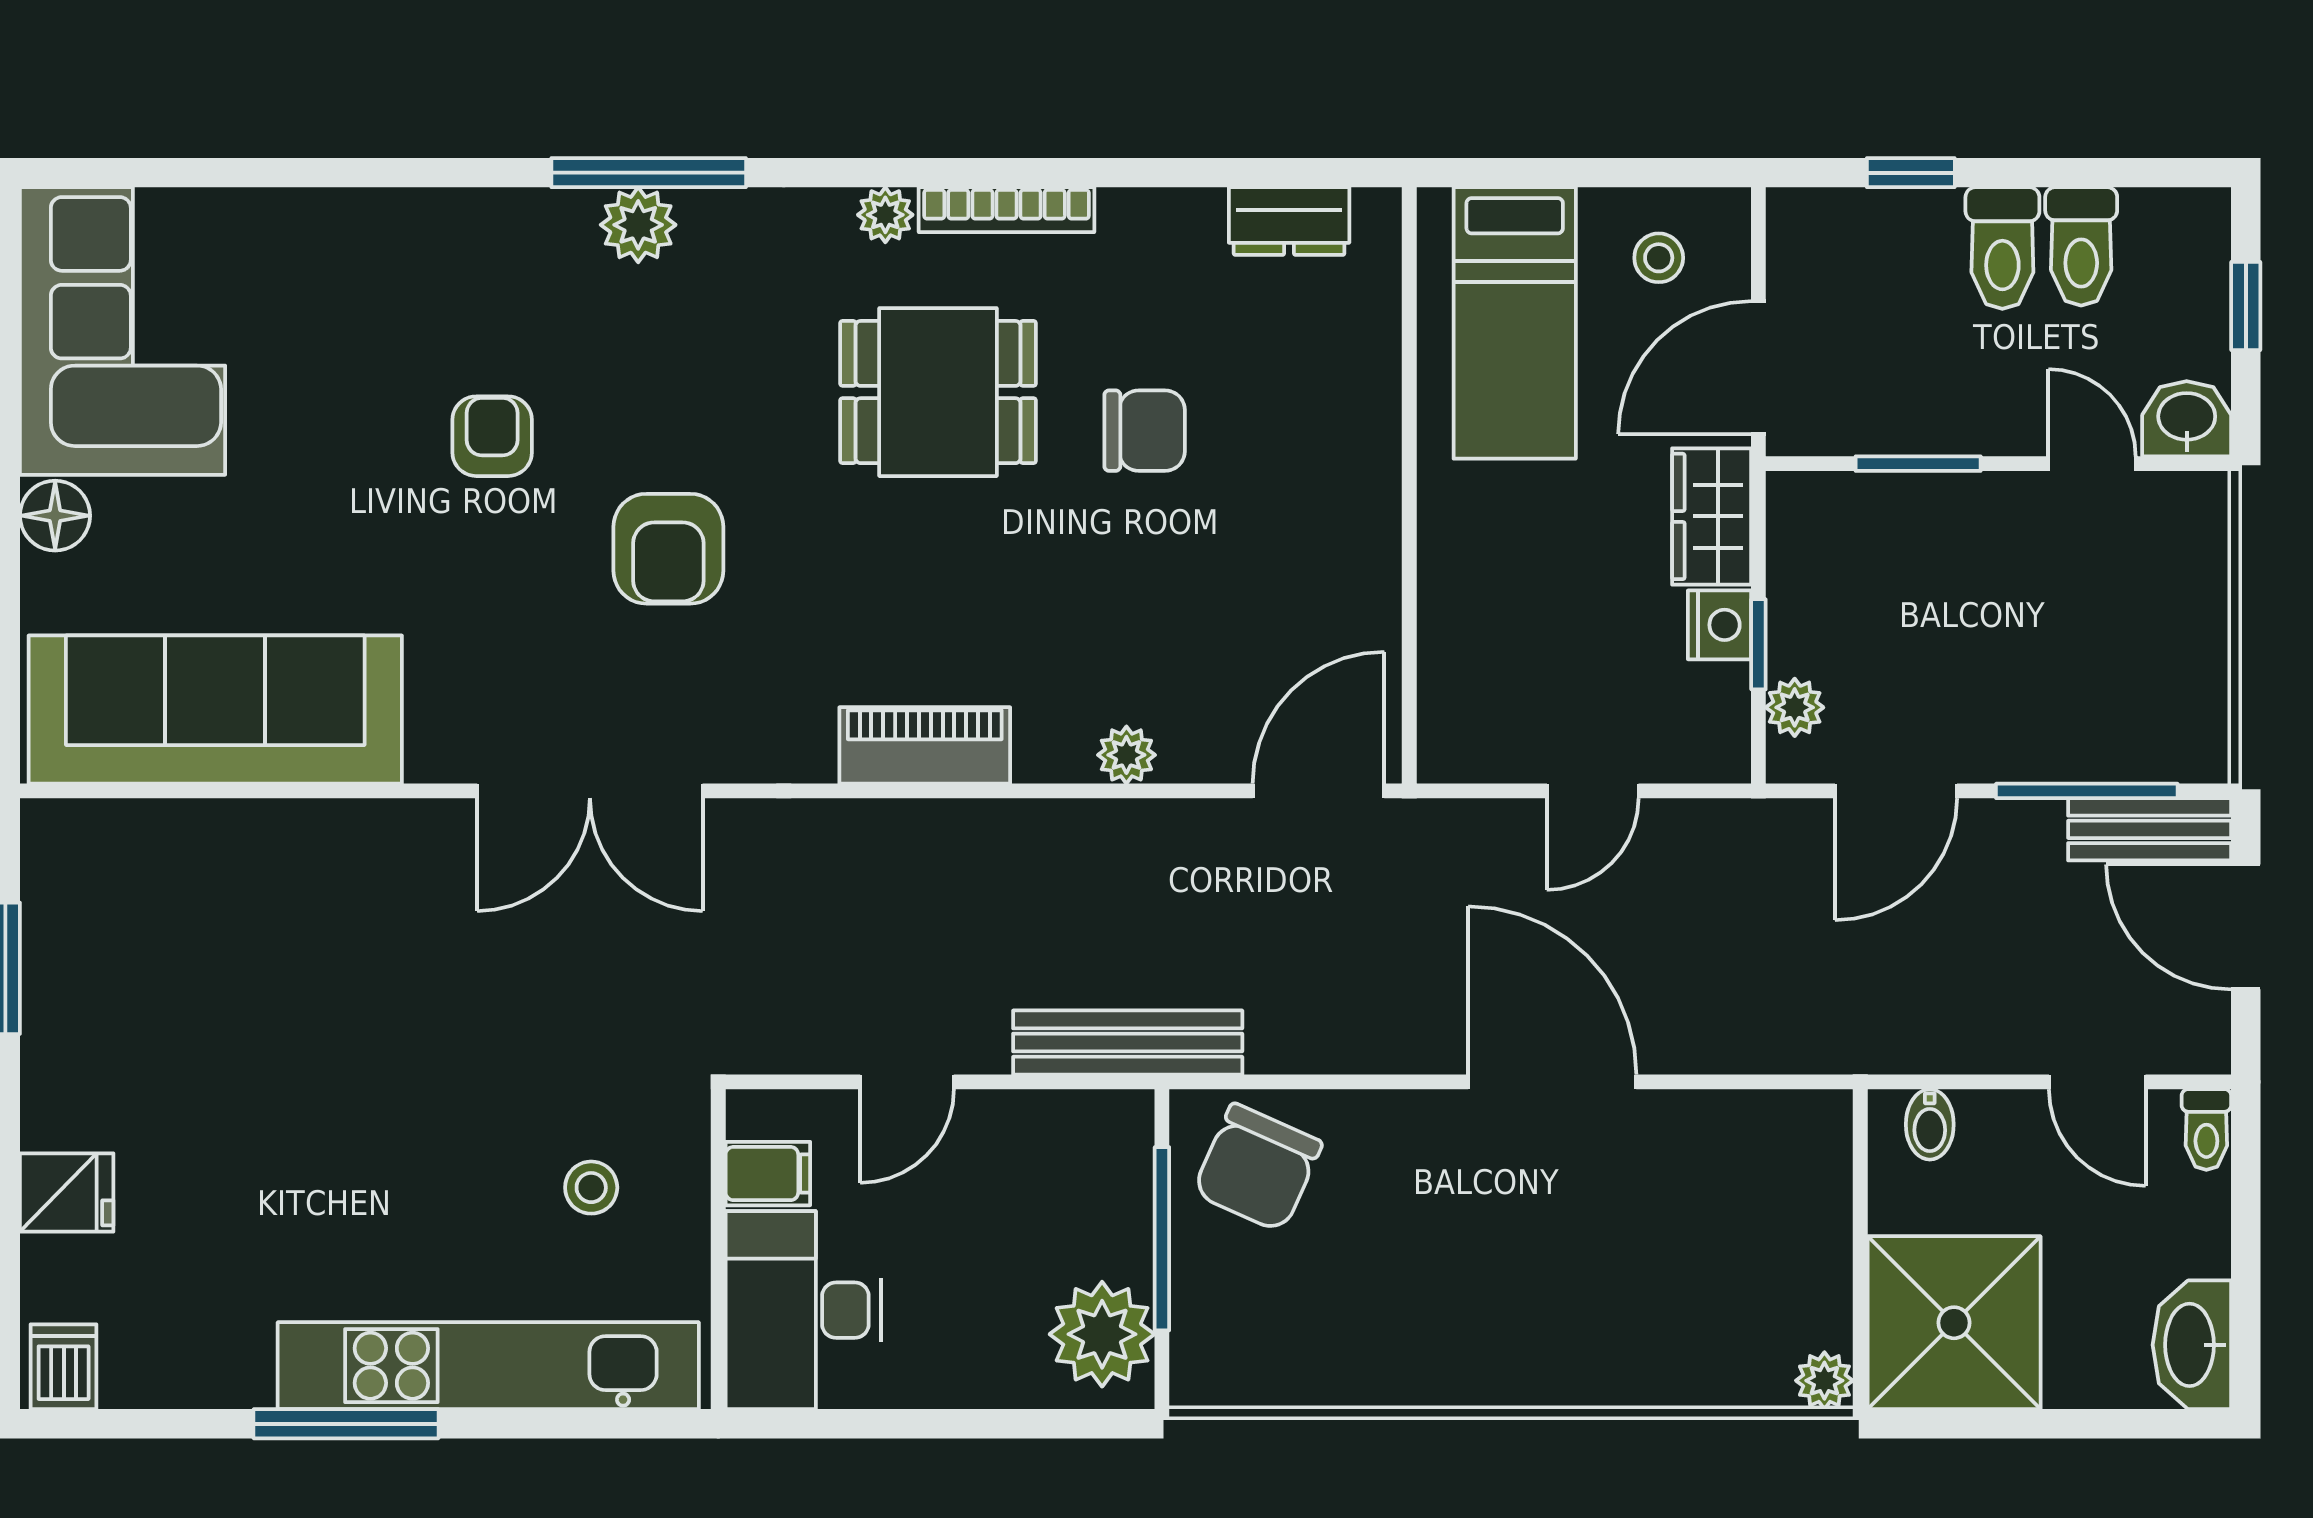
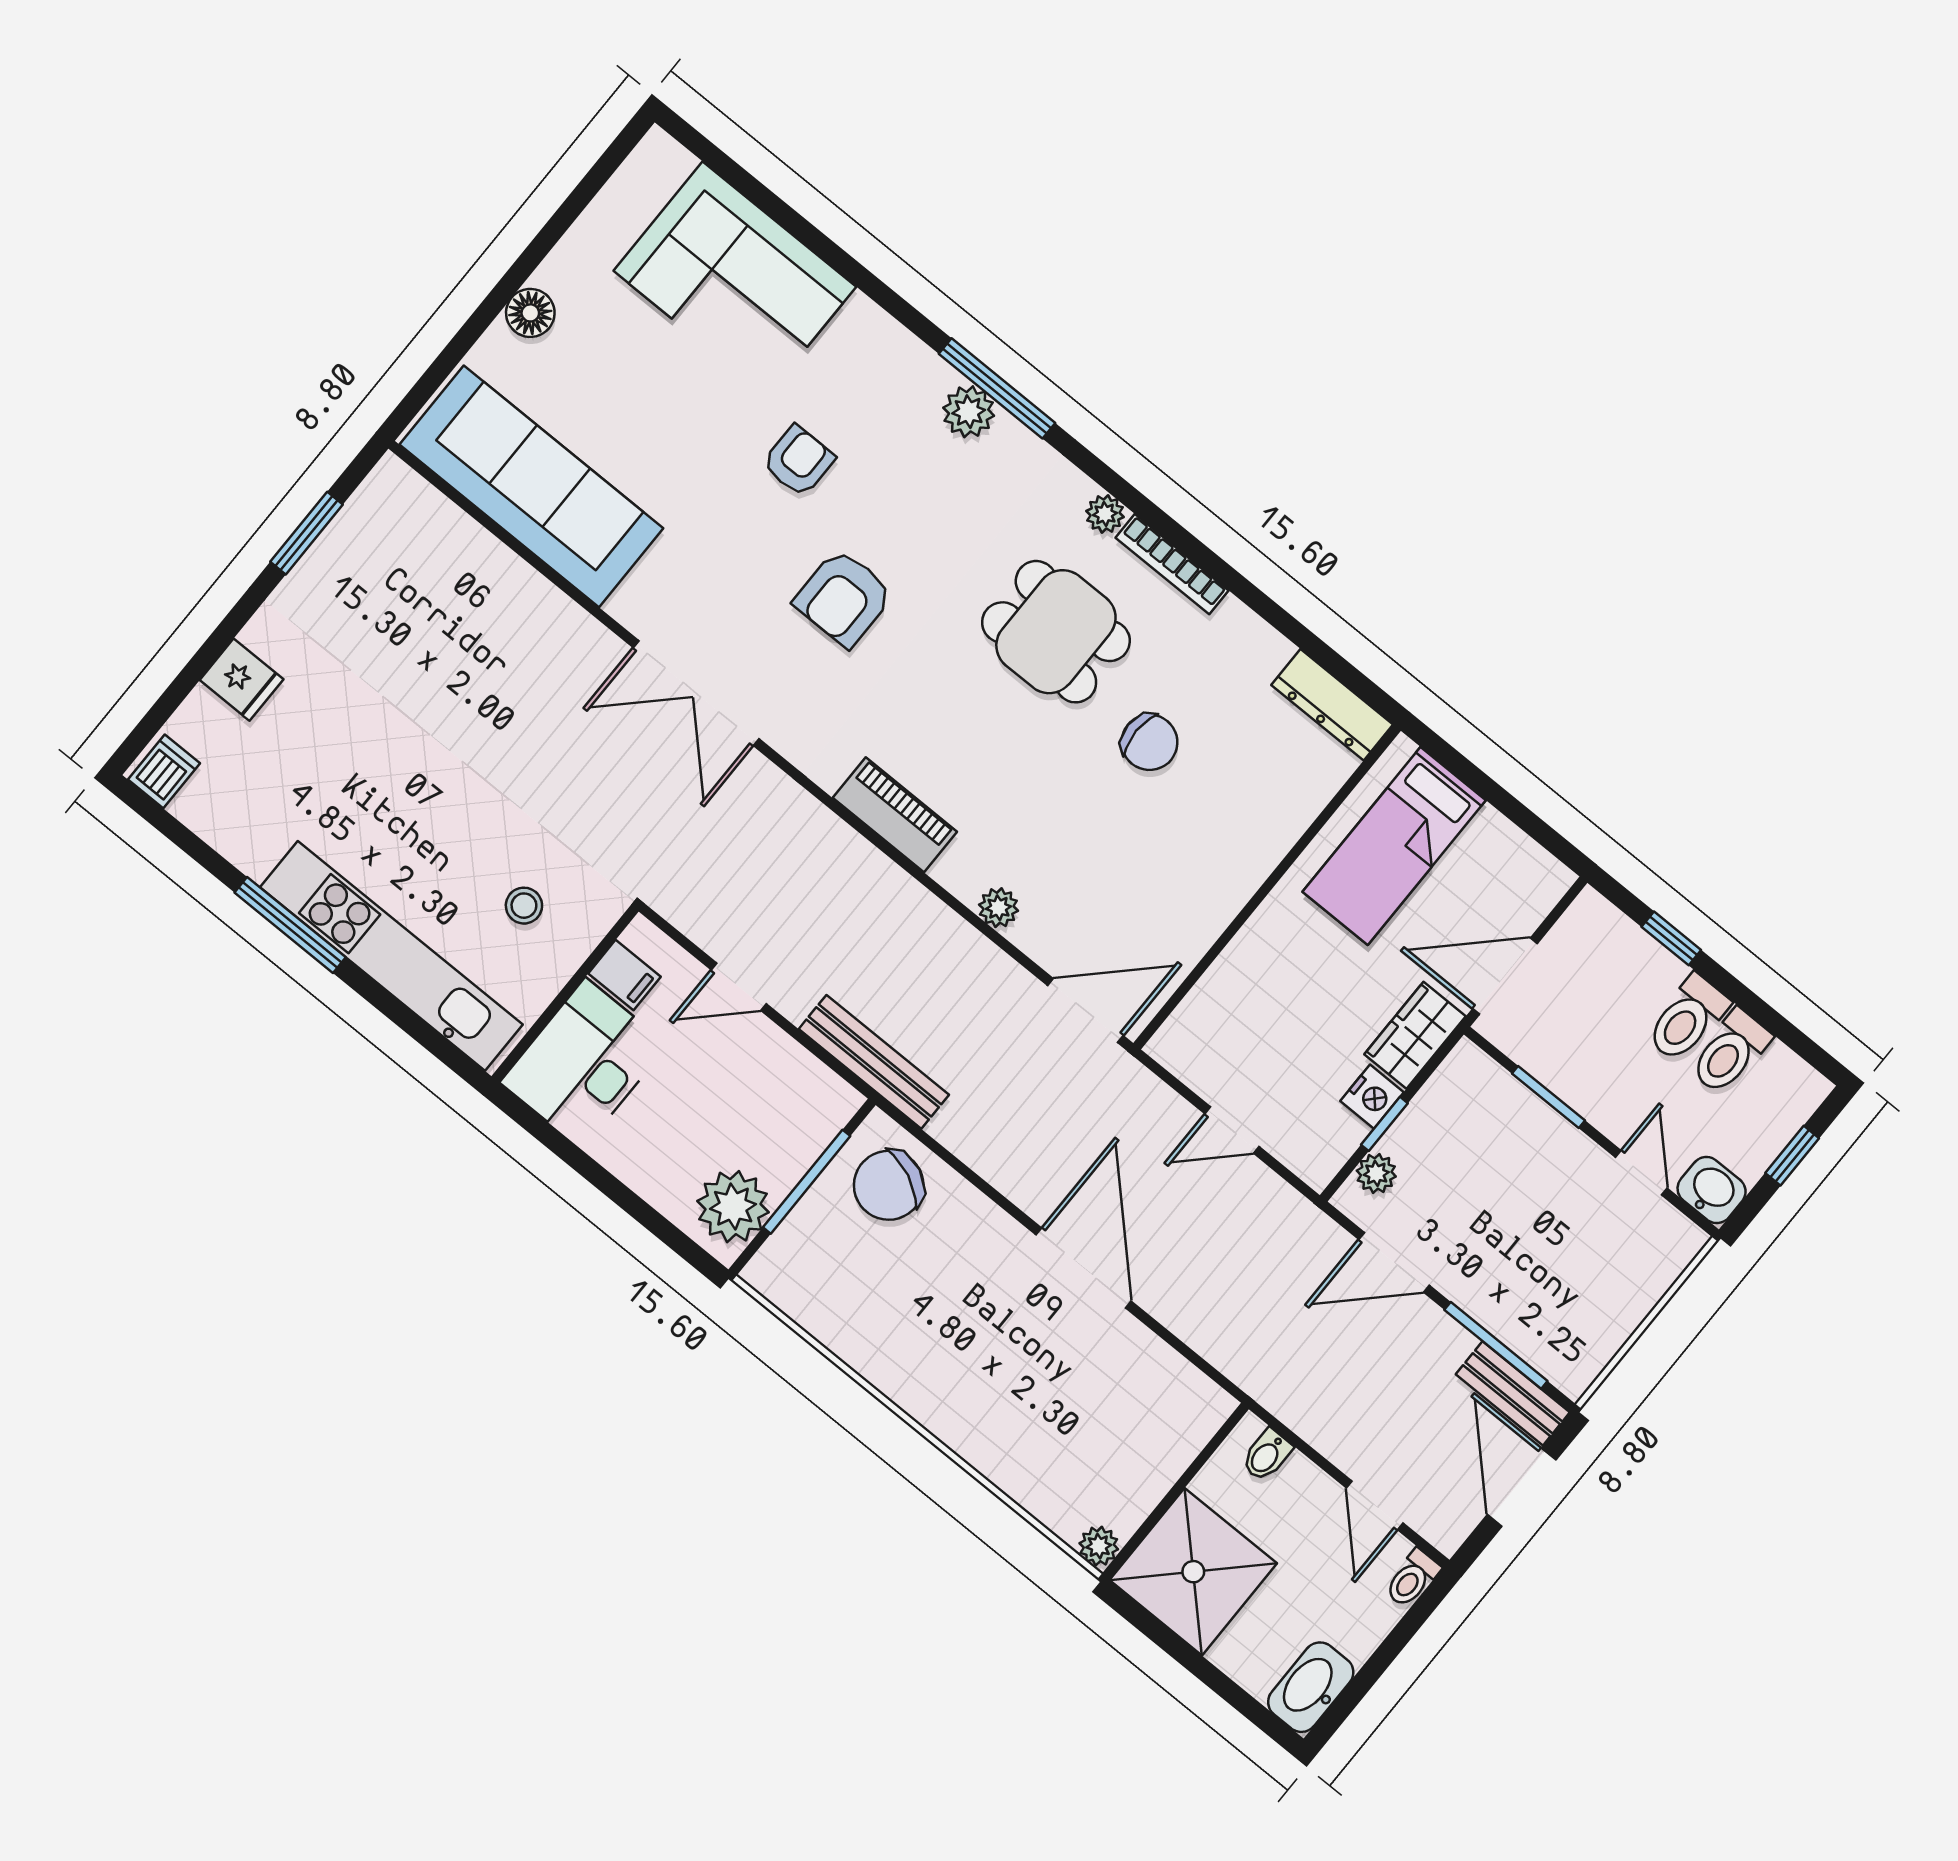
dresser: (1289, 221) -> (1332, 705), width x1.44
stool: (1659, 258) -> (1500, 874), removed
corner sofa: (123, 331) -> (735, 279), moved, turned 90

